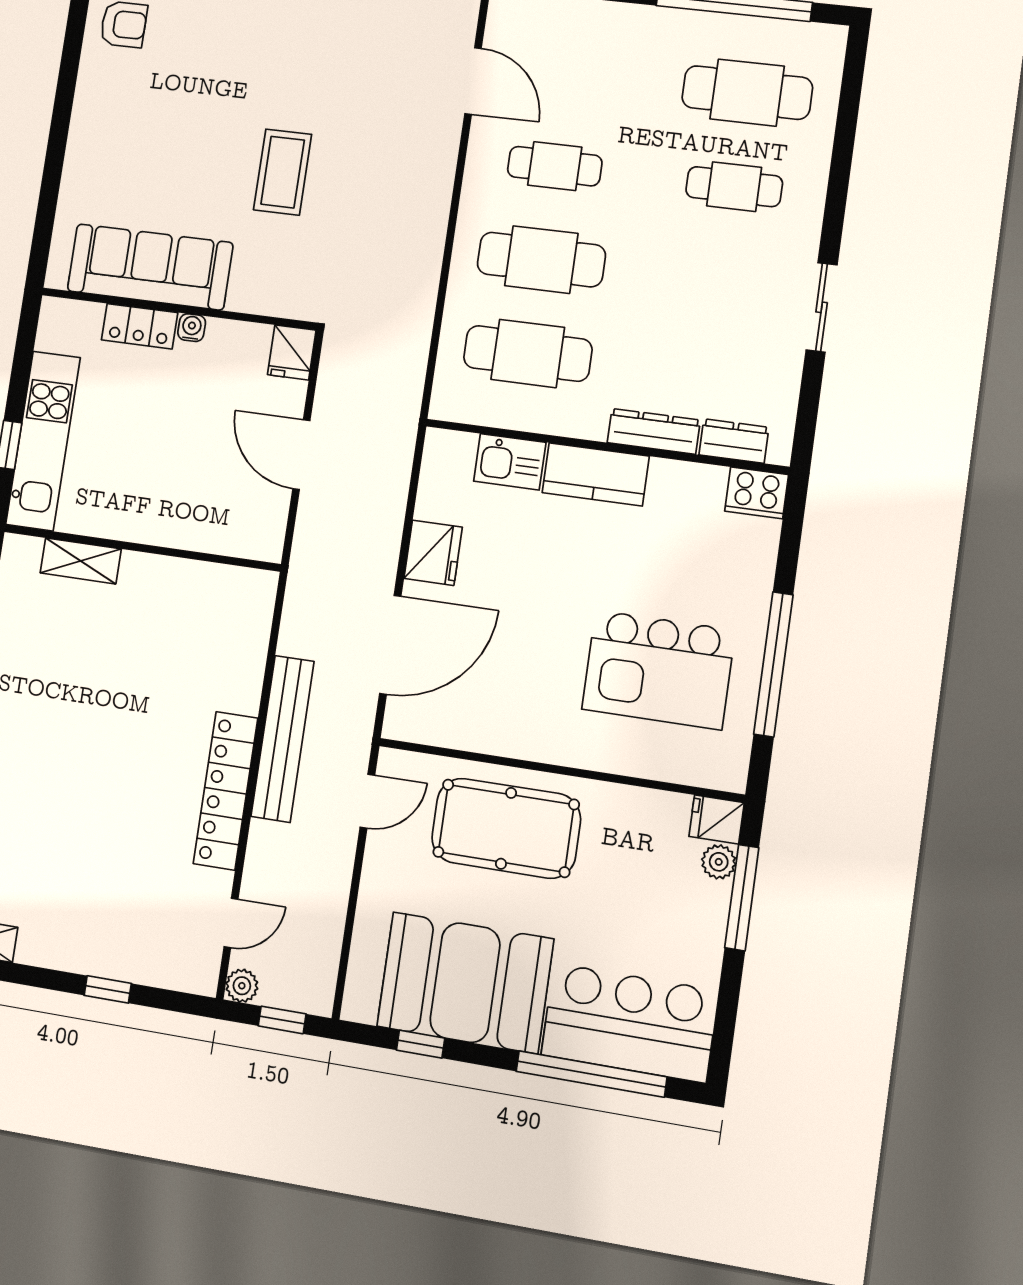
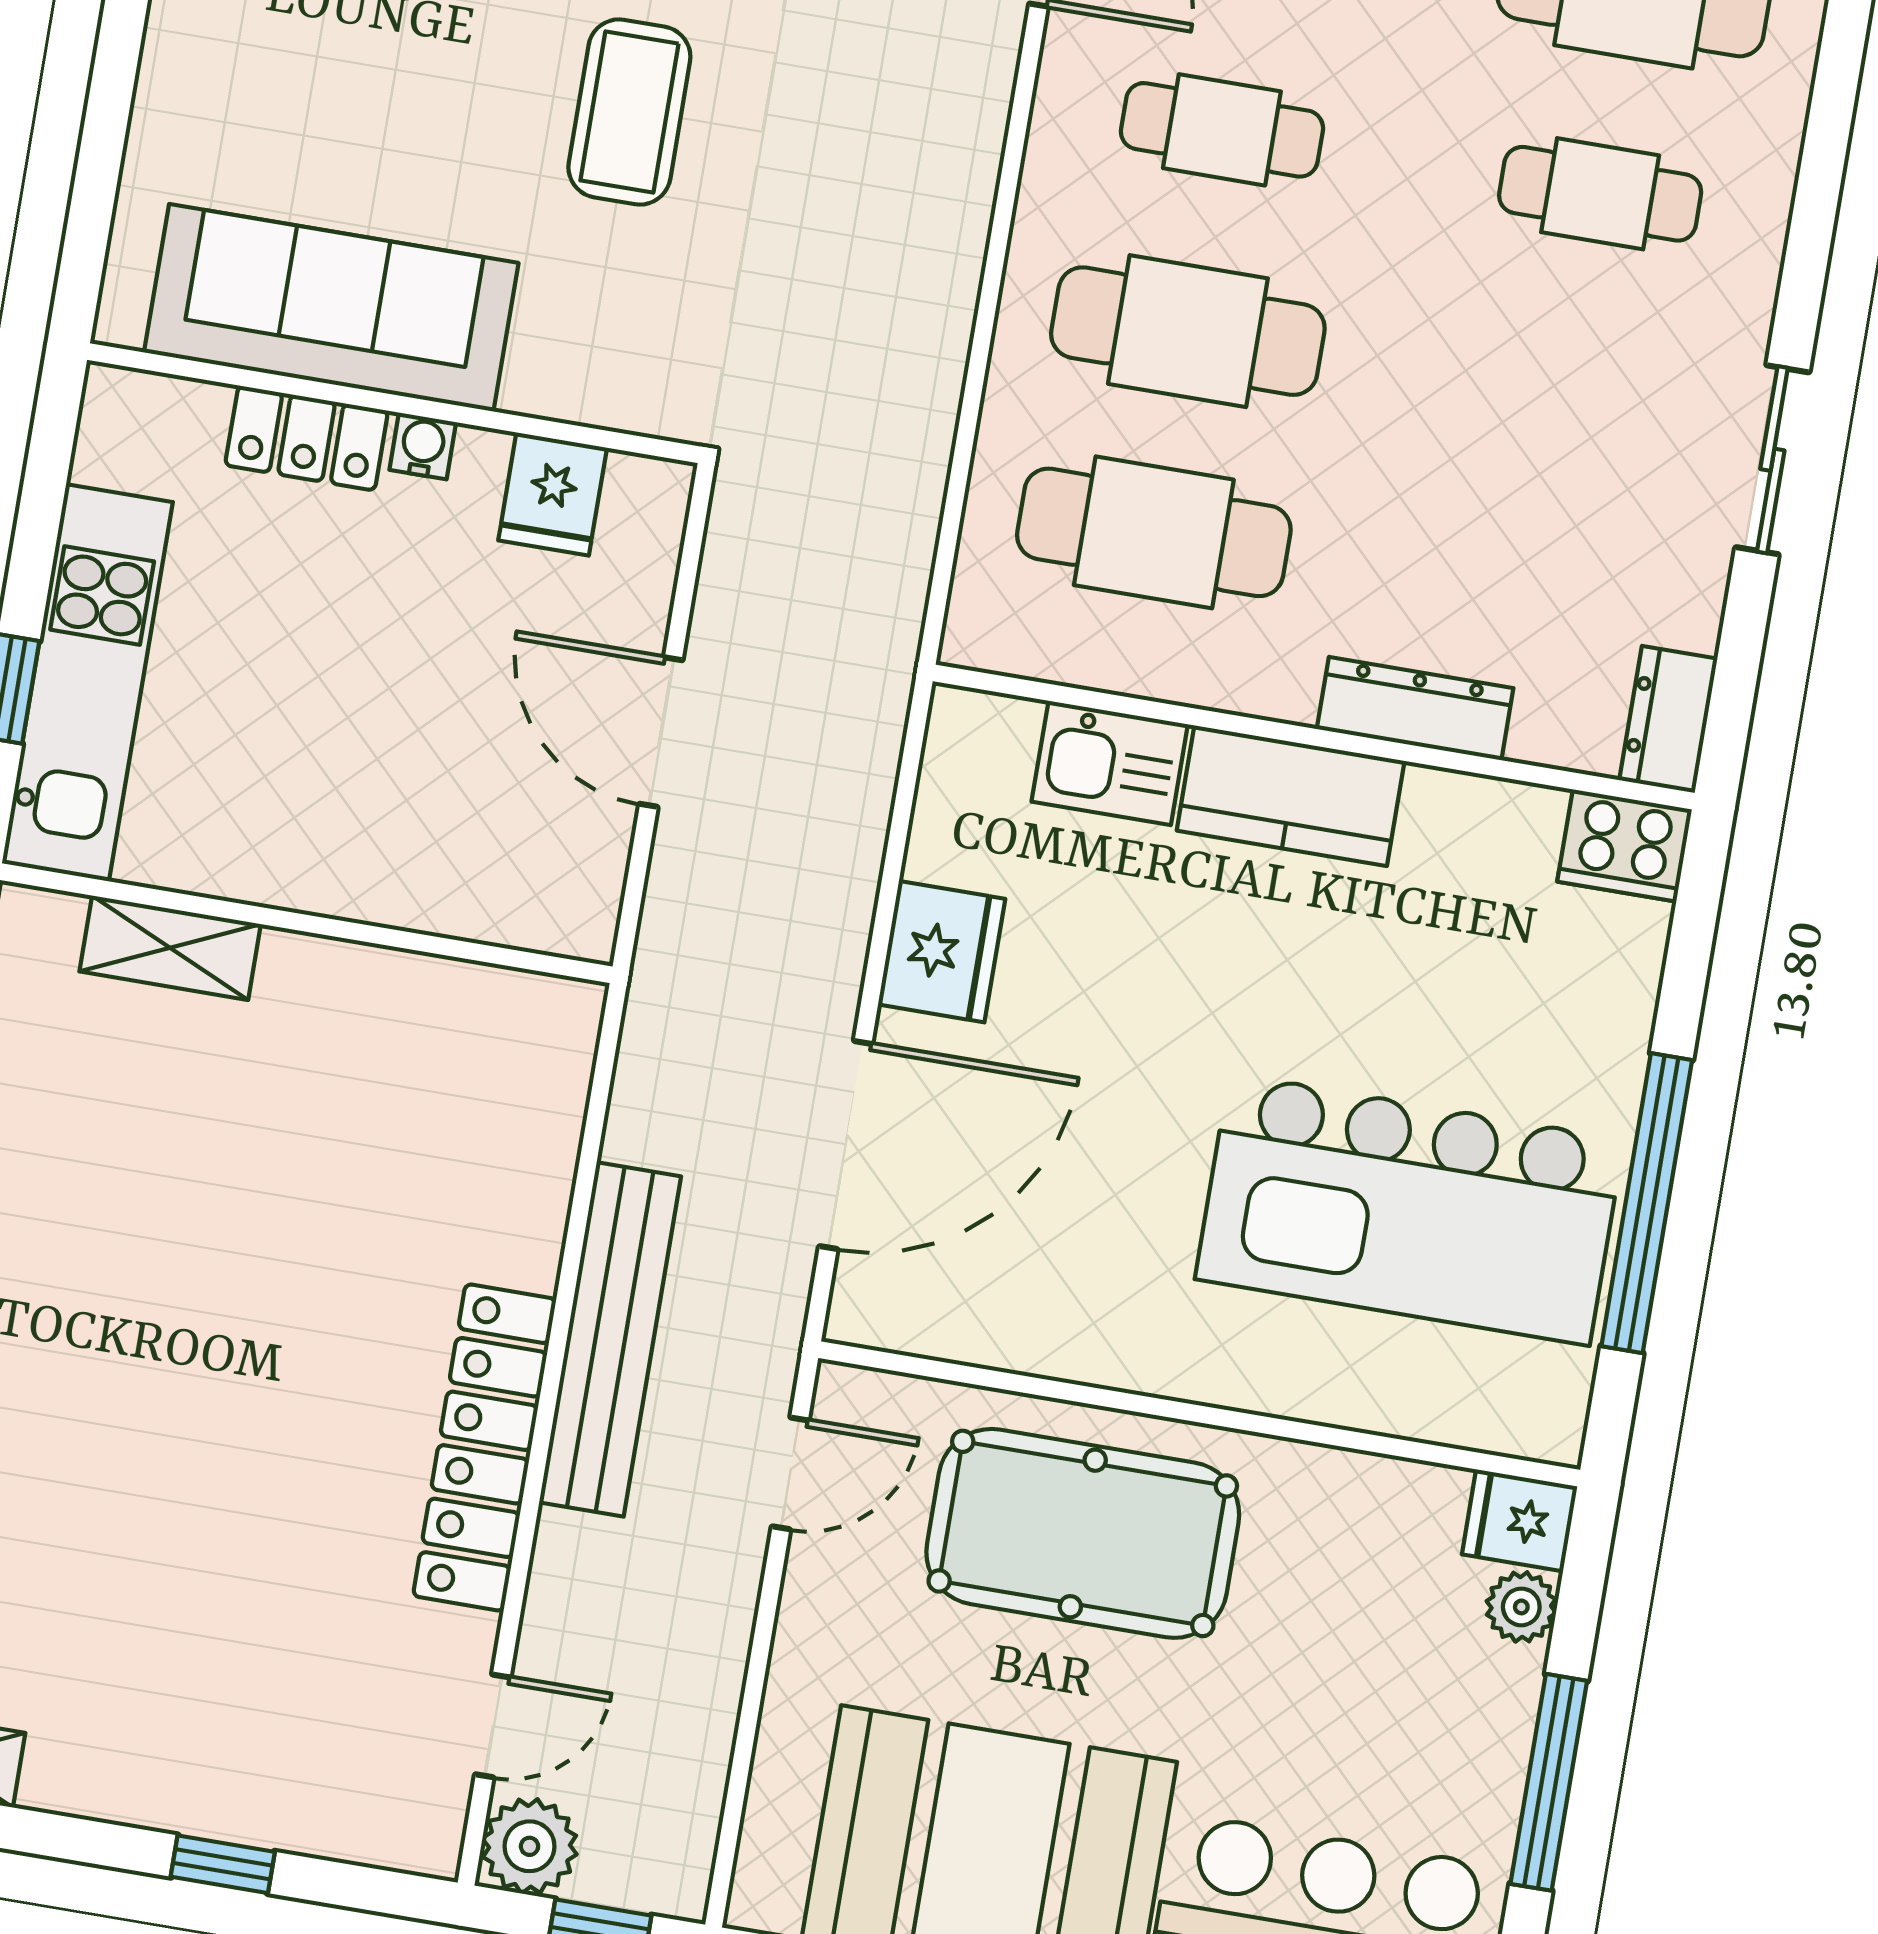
fridge: (292, 352) -> (553, 494), moved
dresser: (734, 441) -> (1668, 719), moved, turned -90
kitchen island: (658, 670) -> (1410, 1209), width x1.37
window: (742, 898) -> (1549, 1782), moved
plant: (242, 986) -> (529, 1846), width x1.38, depth x1.38

